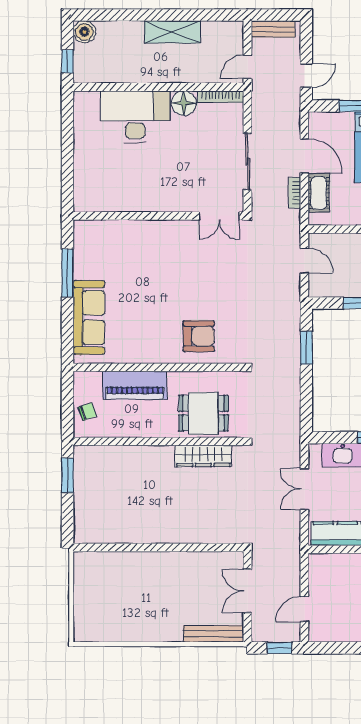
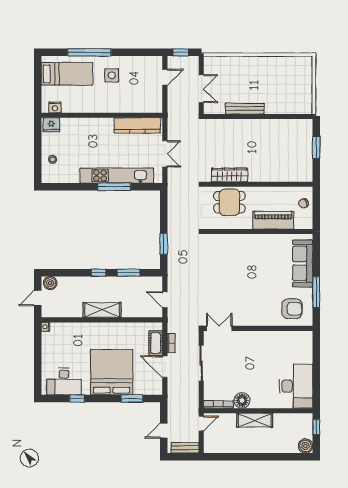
shelving: (172, 32) -> (255, 420), moved
door: (306, 76) -> (164, 431), moved
desk: (135, 117) -> (296, 386), moved, turned -90
armchair: (199, 336) -> (292, 309), moved, turned 180
window: (68, 475) -> (316, 147), moved
bench: (213, 634) -> (245, 109), moved

